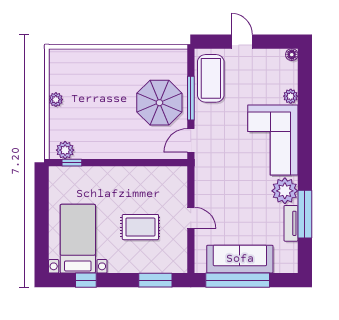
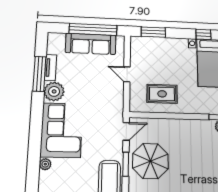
window: (191, 98) -> (126, 164), width x0.69
rug: (140, 227) -> (162, 94), moved

